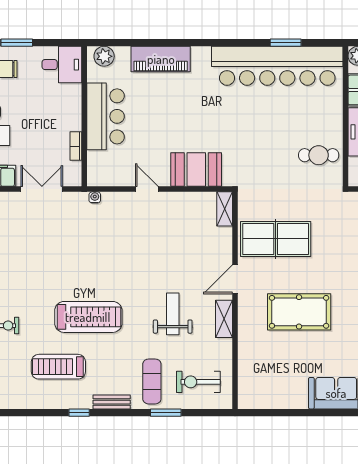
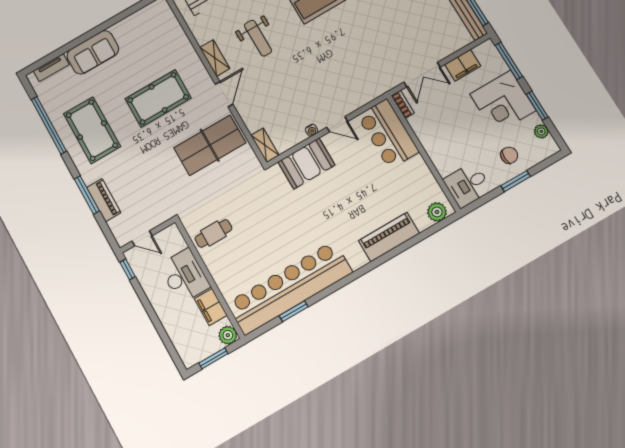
bar counter: (106, 116) -> (388, 134), moved
bookcase: (76, 146) -> (403, 104), moved
water cooler: (95, 197) -> (312, 130), moved

